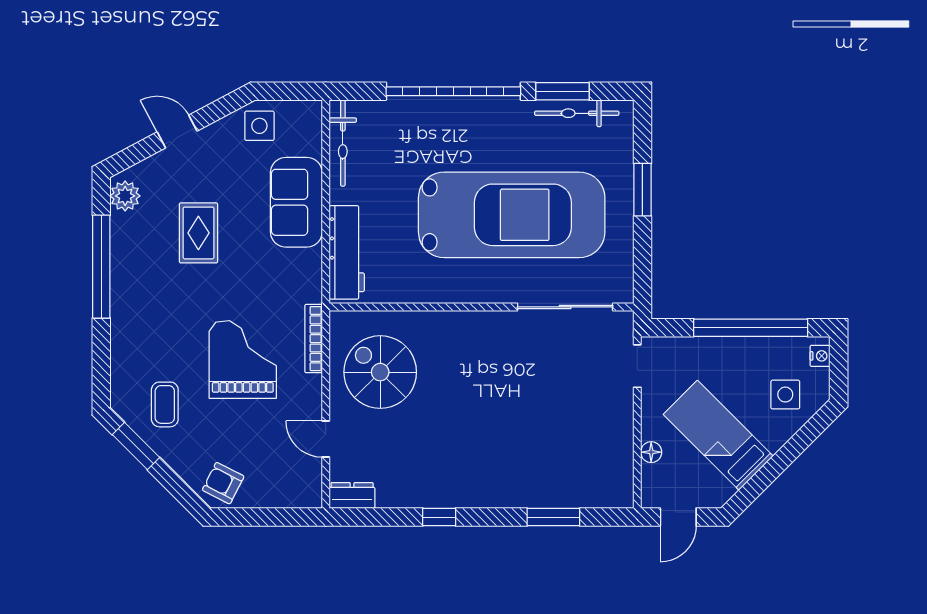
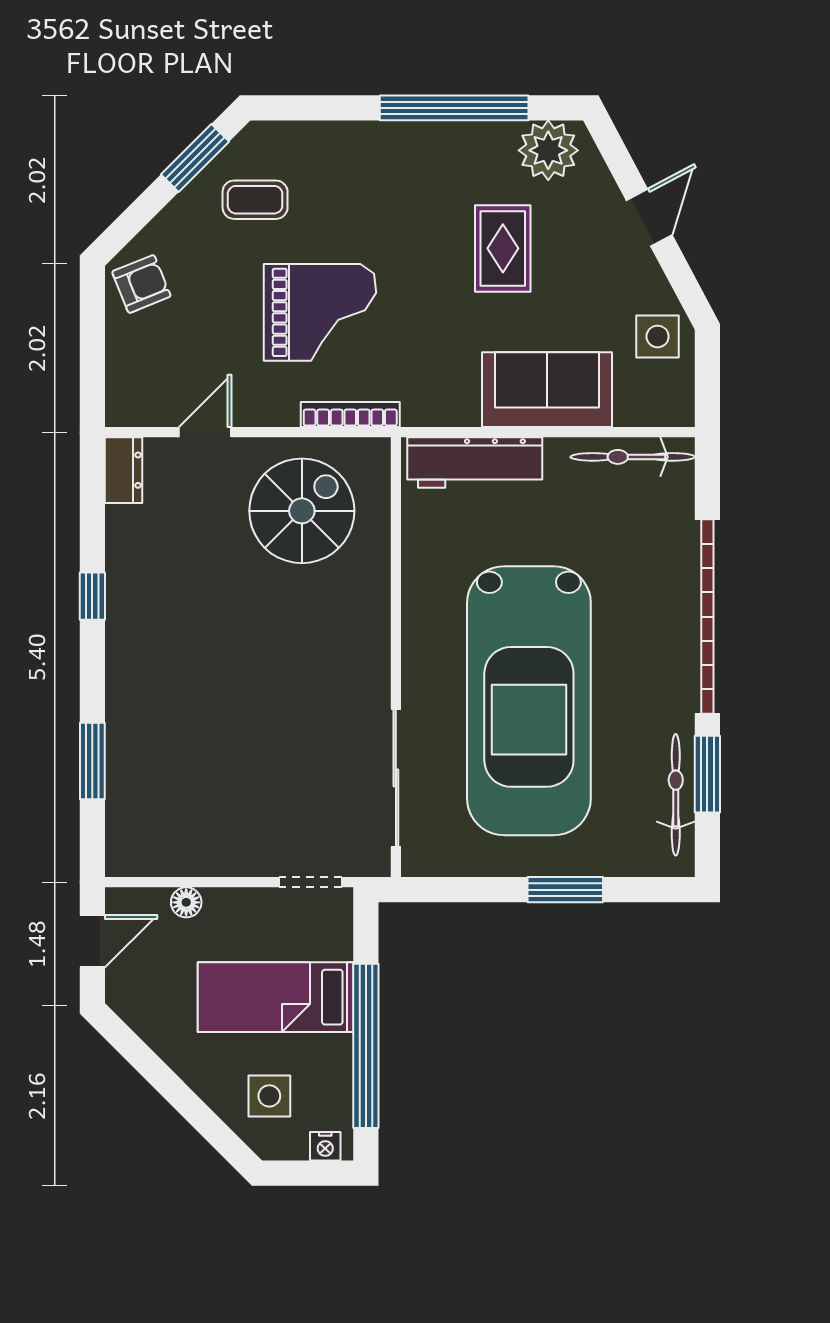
plant: (125, 196) -> (548, 150), width x1.36, depth x1.36
rug: (198, 233) -> (503, 248), turned 90
bed: (718, 435) -> (276, 997), moved, turned -135
armchair: (223, 483) -> (141, 284), turned 41
door: (678, 517) -> (92, 941), swing flipped

